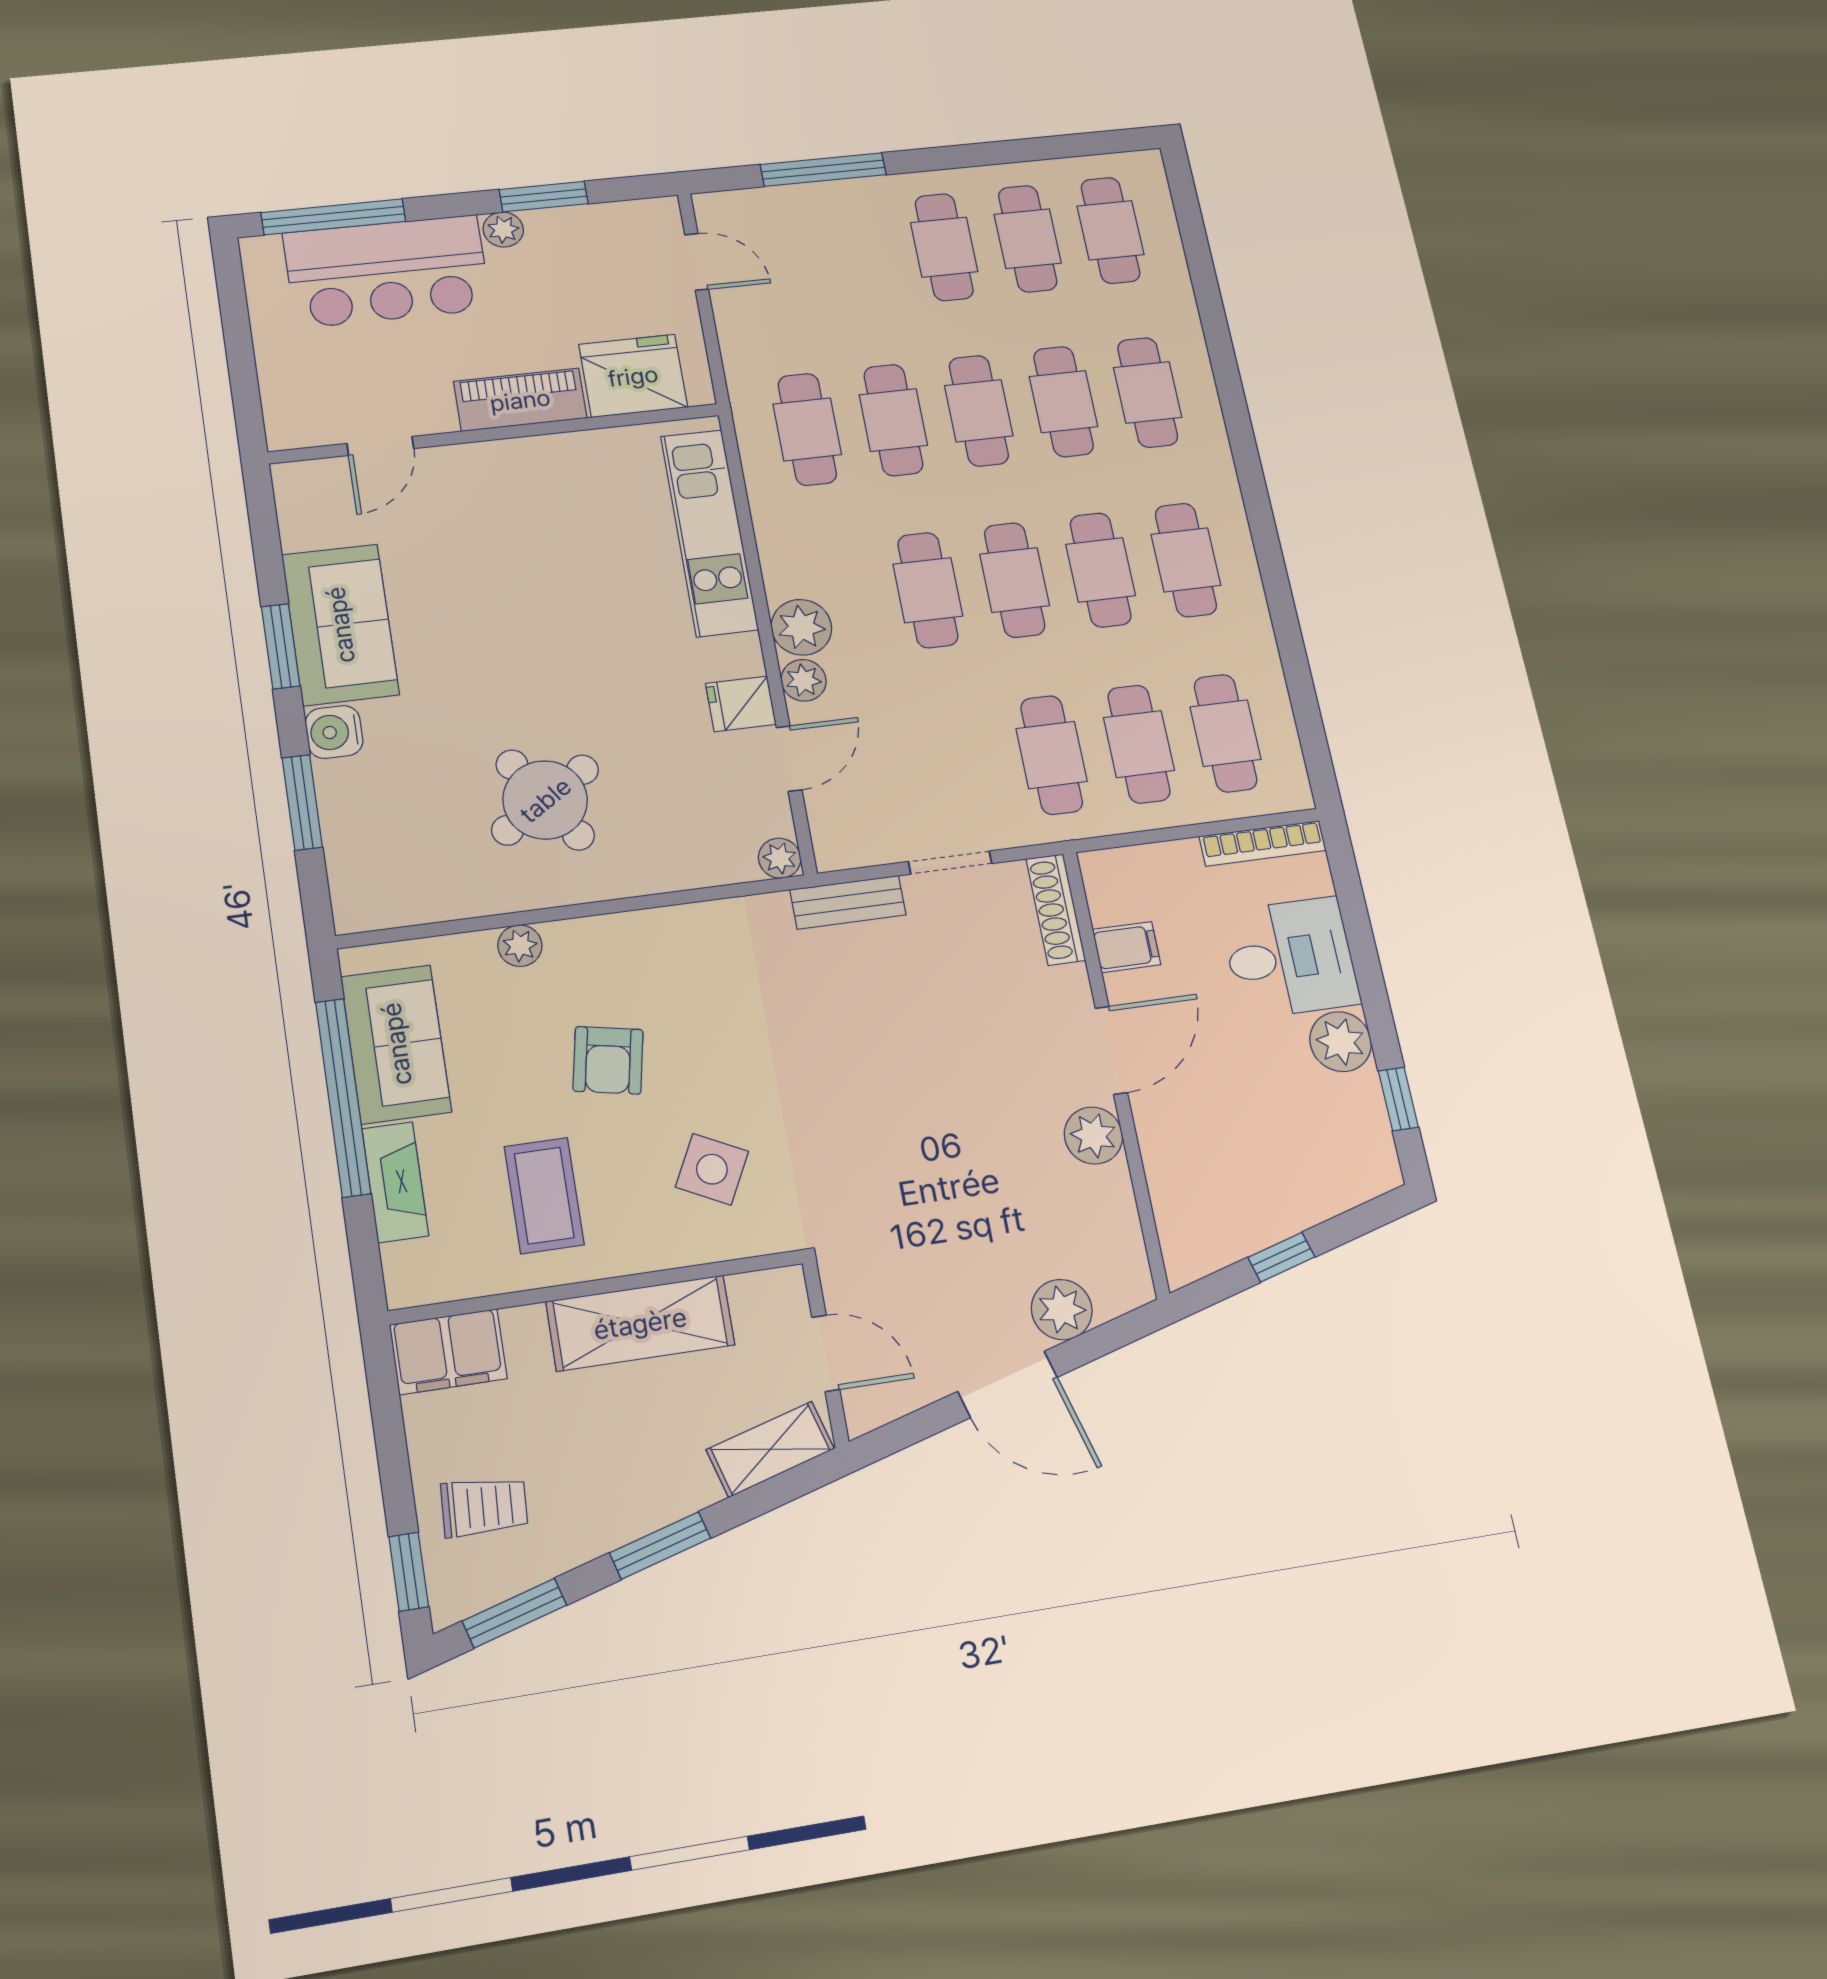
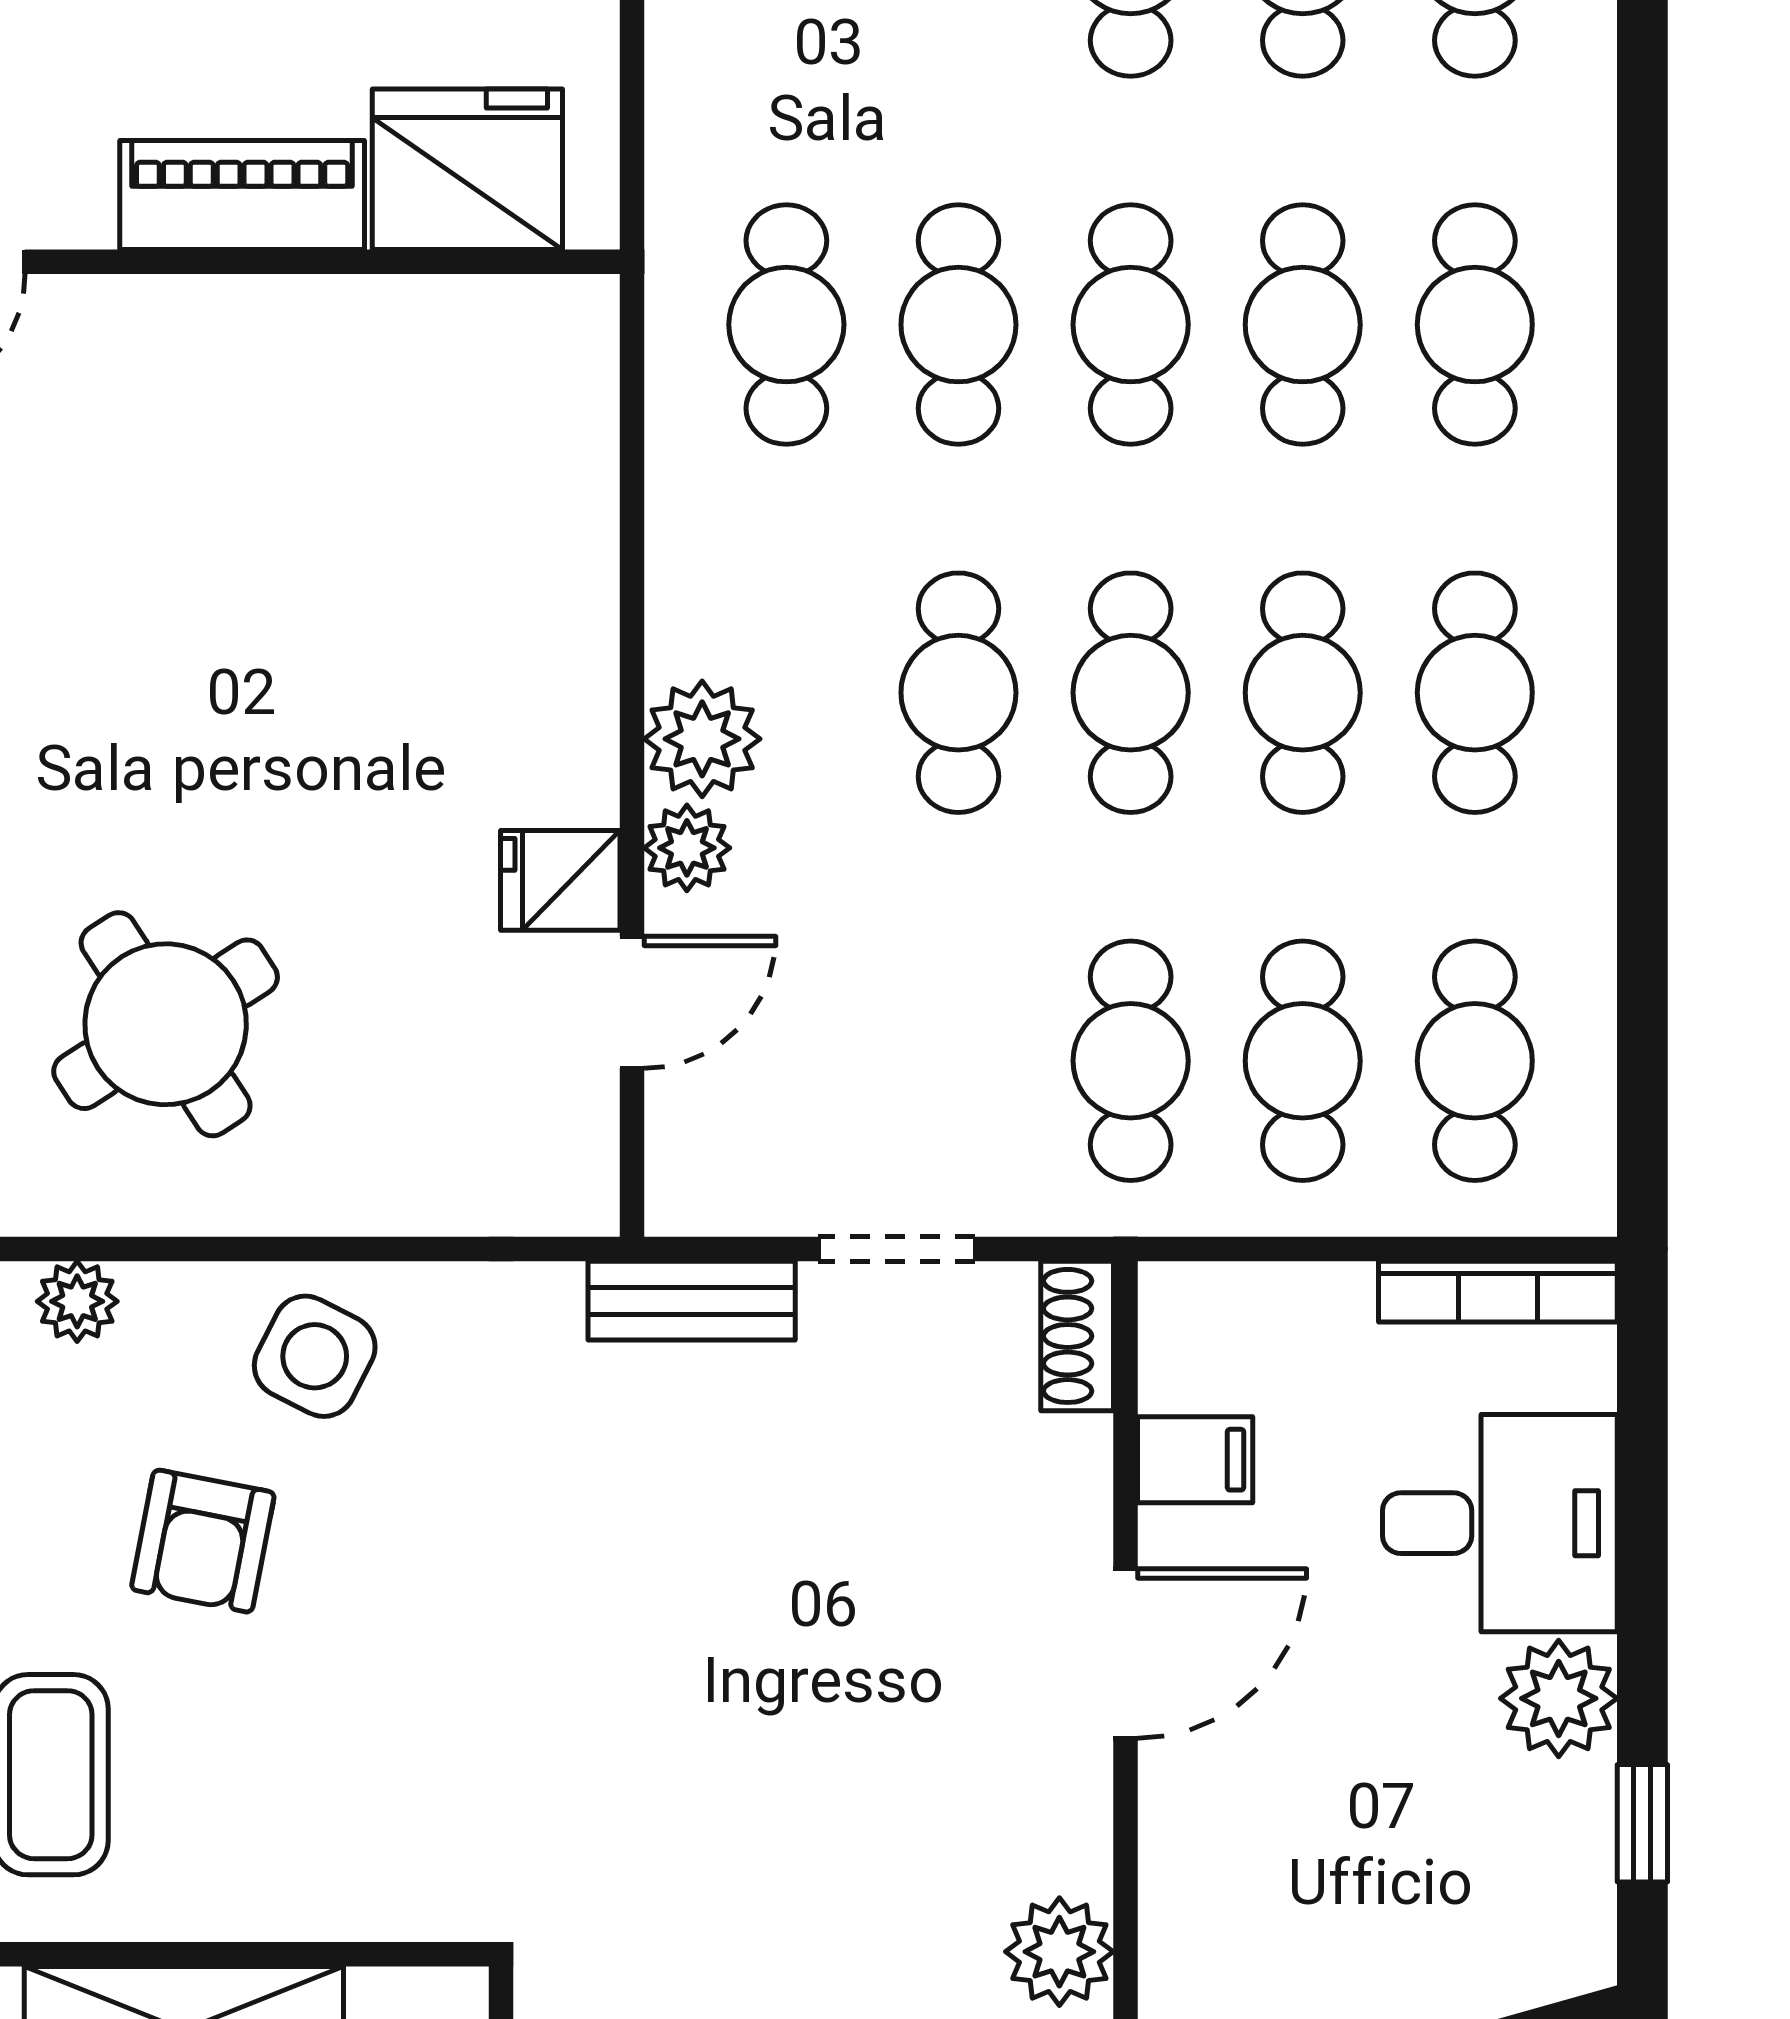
kitchen unit: (709, 533) -> (560, 520), removed
plant: (780, 858) -> (580, 1197), removed
shoe rack: (1056, 909) -> (1077, 1336), width x0.70
plant: (1093, 1136) -> (1059, 1952), moved
side table: (712, 1169) -> (315, 1356), moved

